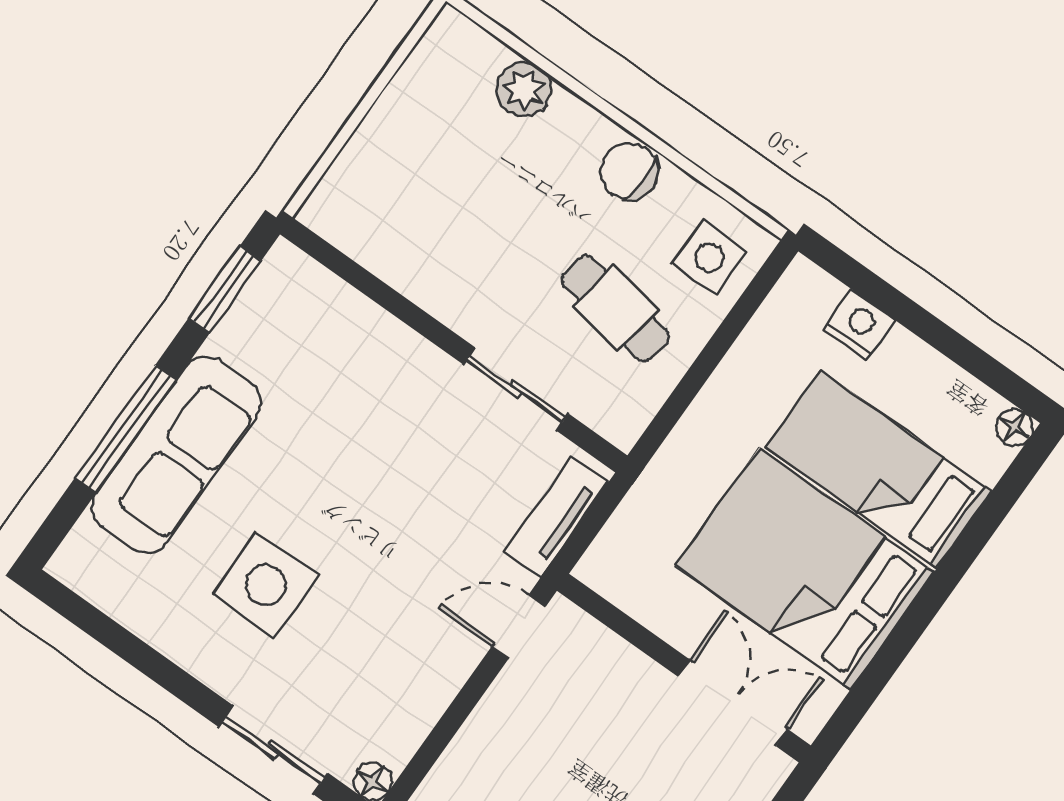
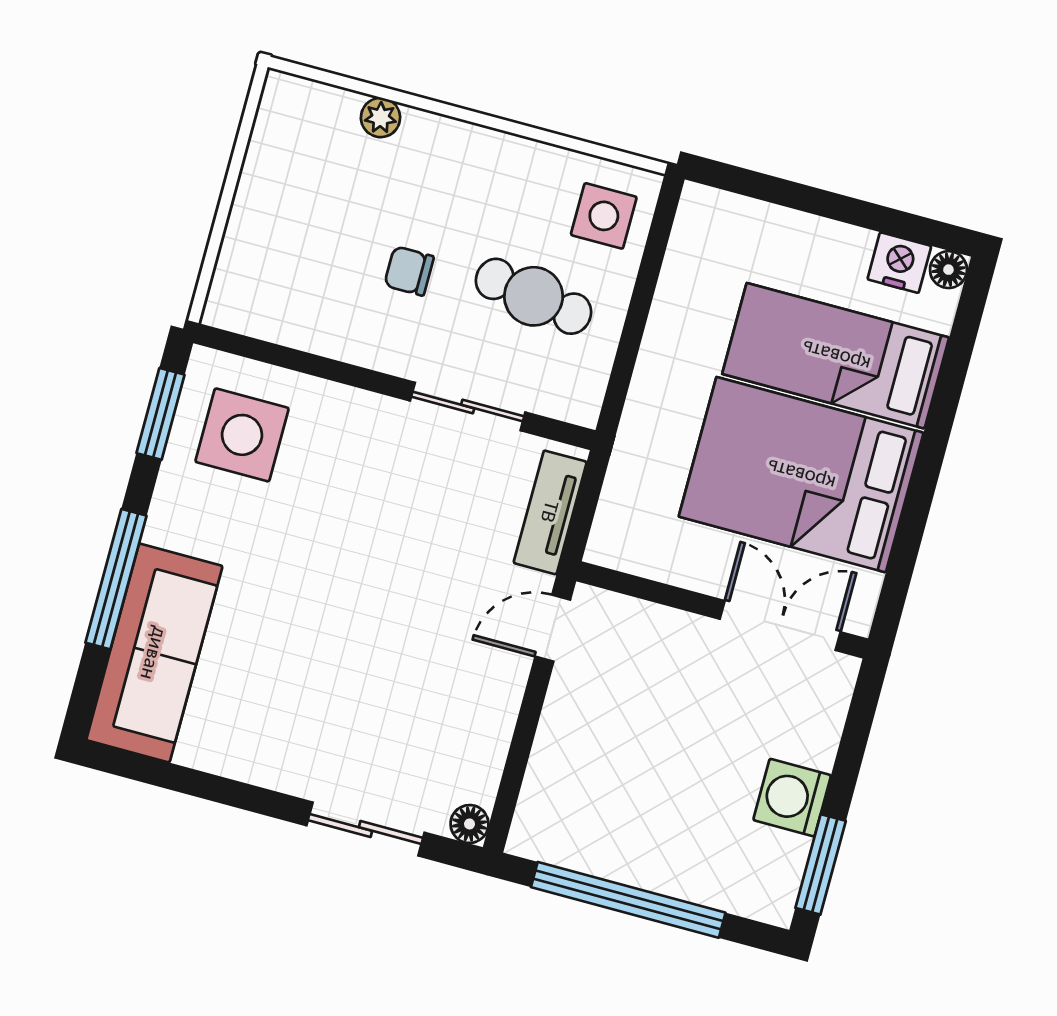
plant: (524, 89) -> (381, 118), width x0.73, depth x0.73
chair: (629, 171) -> (409, 271), moved, width x0.73, depth x0.73
nightstand: (859, 325) -> (899, 263), moved
sofa: (177, 455) -> (154, 653), moved
side table: (266, 585) -> (242, 435), moved

